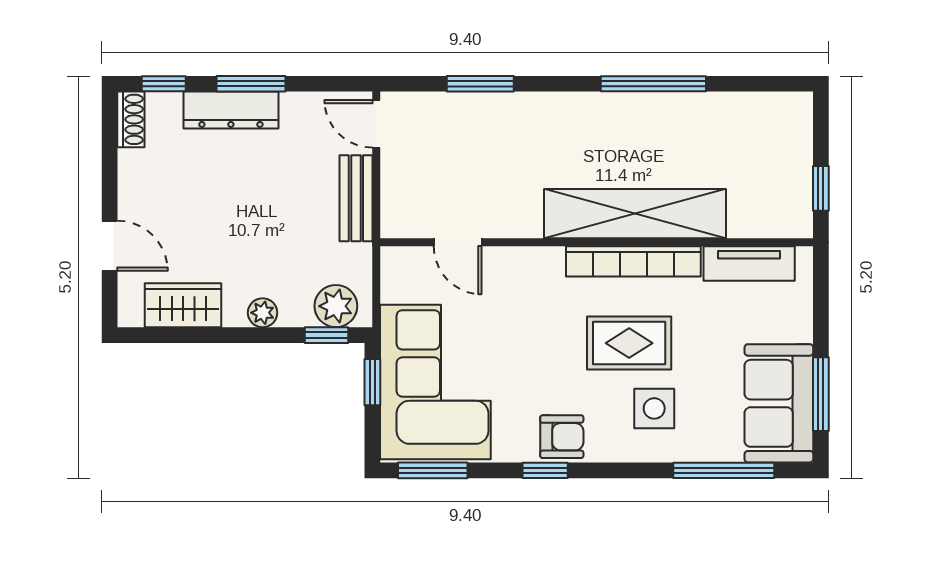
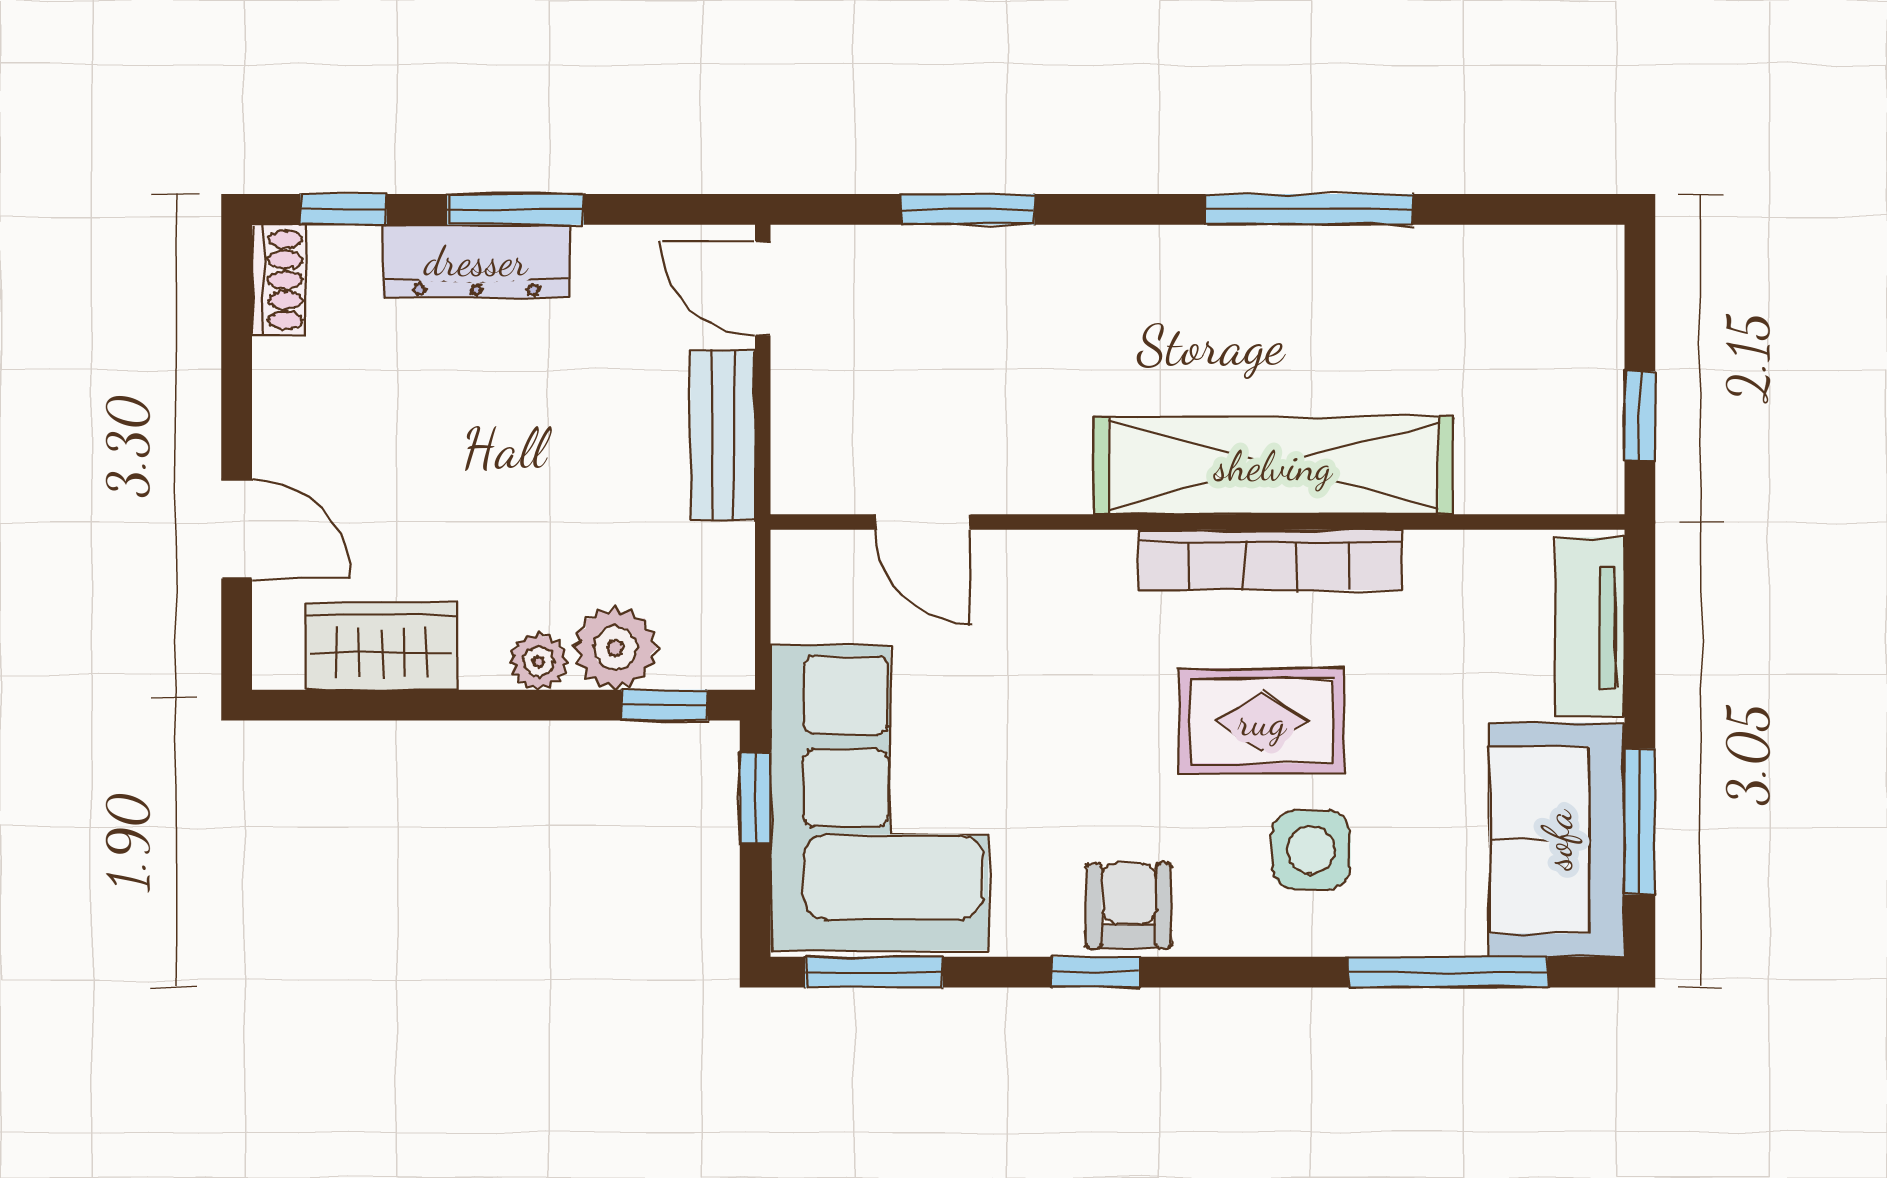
tv unit: (749, 263) -> (1590, 627), moved, turned 90
plant: (336, 306) -> (615, 648), moved
armchair: (562, 437) -> (1129, 906), turned -90

